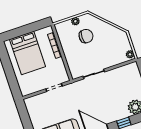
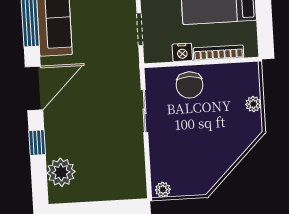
chair: (86, 36) -> (190, 85), moved
nightstand: (59, 63) -> (182, 52), added

